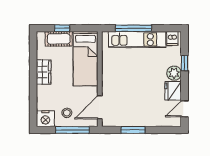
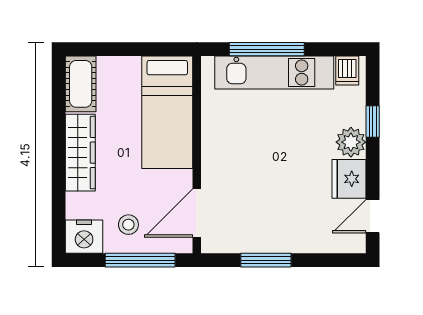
window: (62, 28) -> (119, 49), removed
cot: (59, 39) -> (81, 84), moved, turned 90
wardrobe: (44, 72) -> (80, 153), width x1.50

